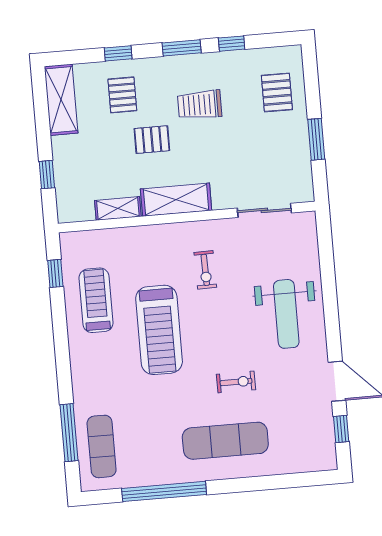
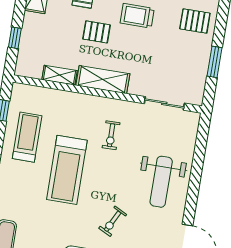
pallet: (277, 92) -> (195, 21), turned 90
exercise bike: (236, 382) -> (113, 221), turned 117

